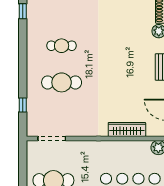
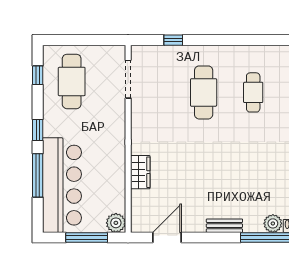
wardrobe: (127, 129) -> (140, 172), width x0.67

